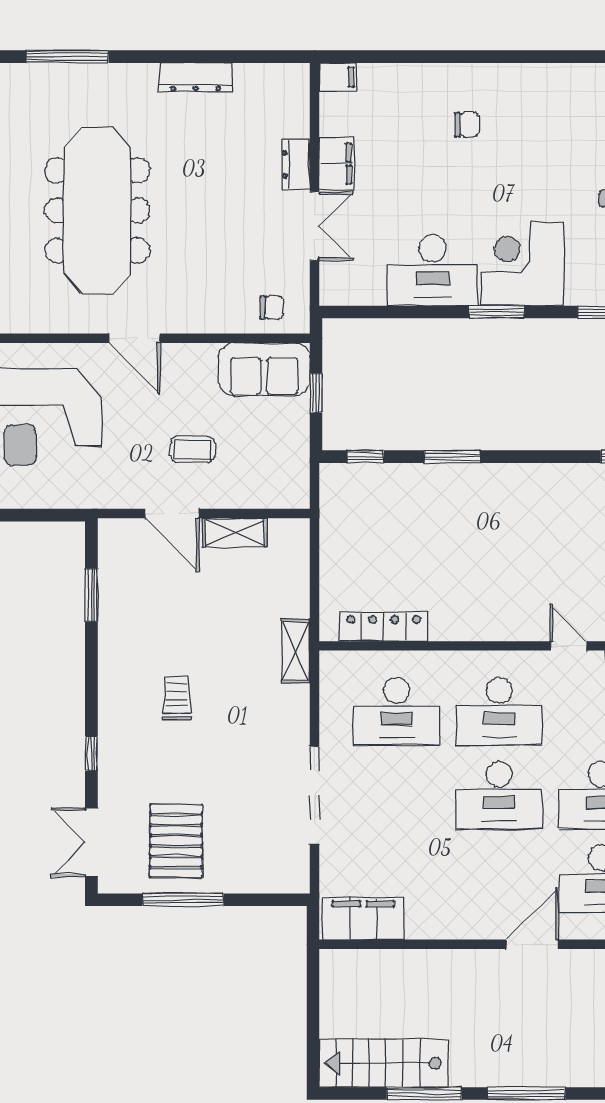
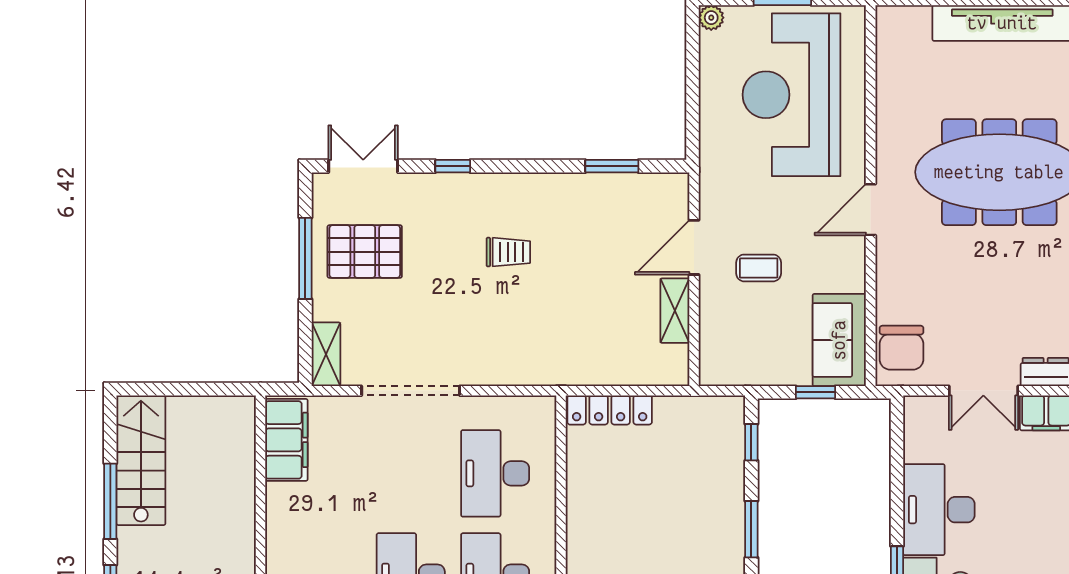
chair: (272, 307) -> (902, 348), width x1.87, depth x1.87
coffee table: (193, 449) -> (759, 268), turned 90
locker: (384, 627) -> (610, 410), moved, turned 90
shelving: (296, 651) -> (326, 354), moved, turned 90

